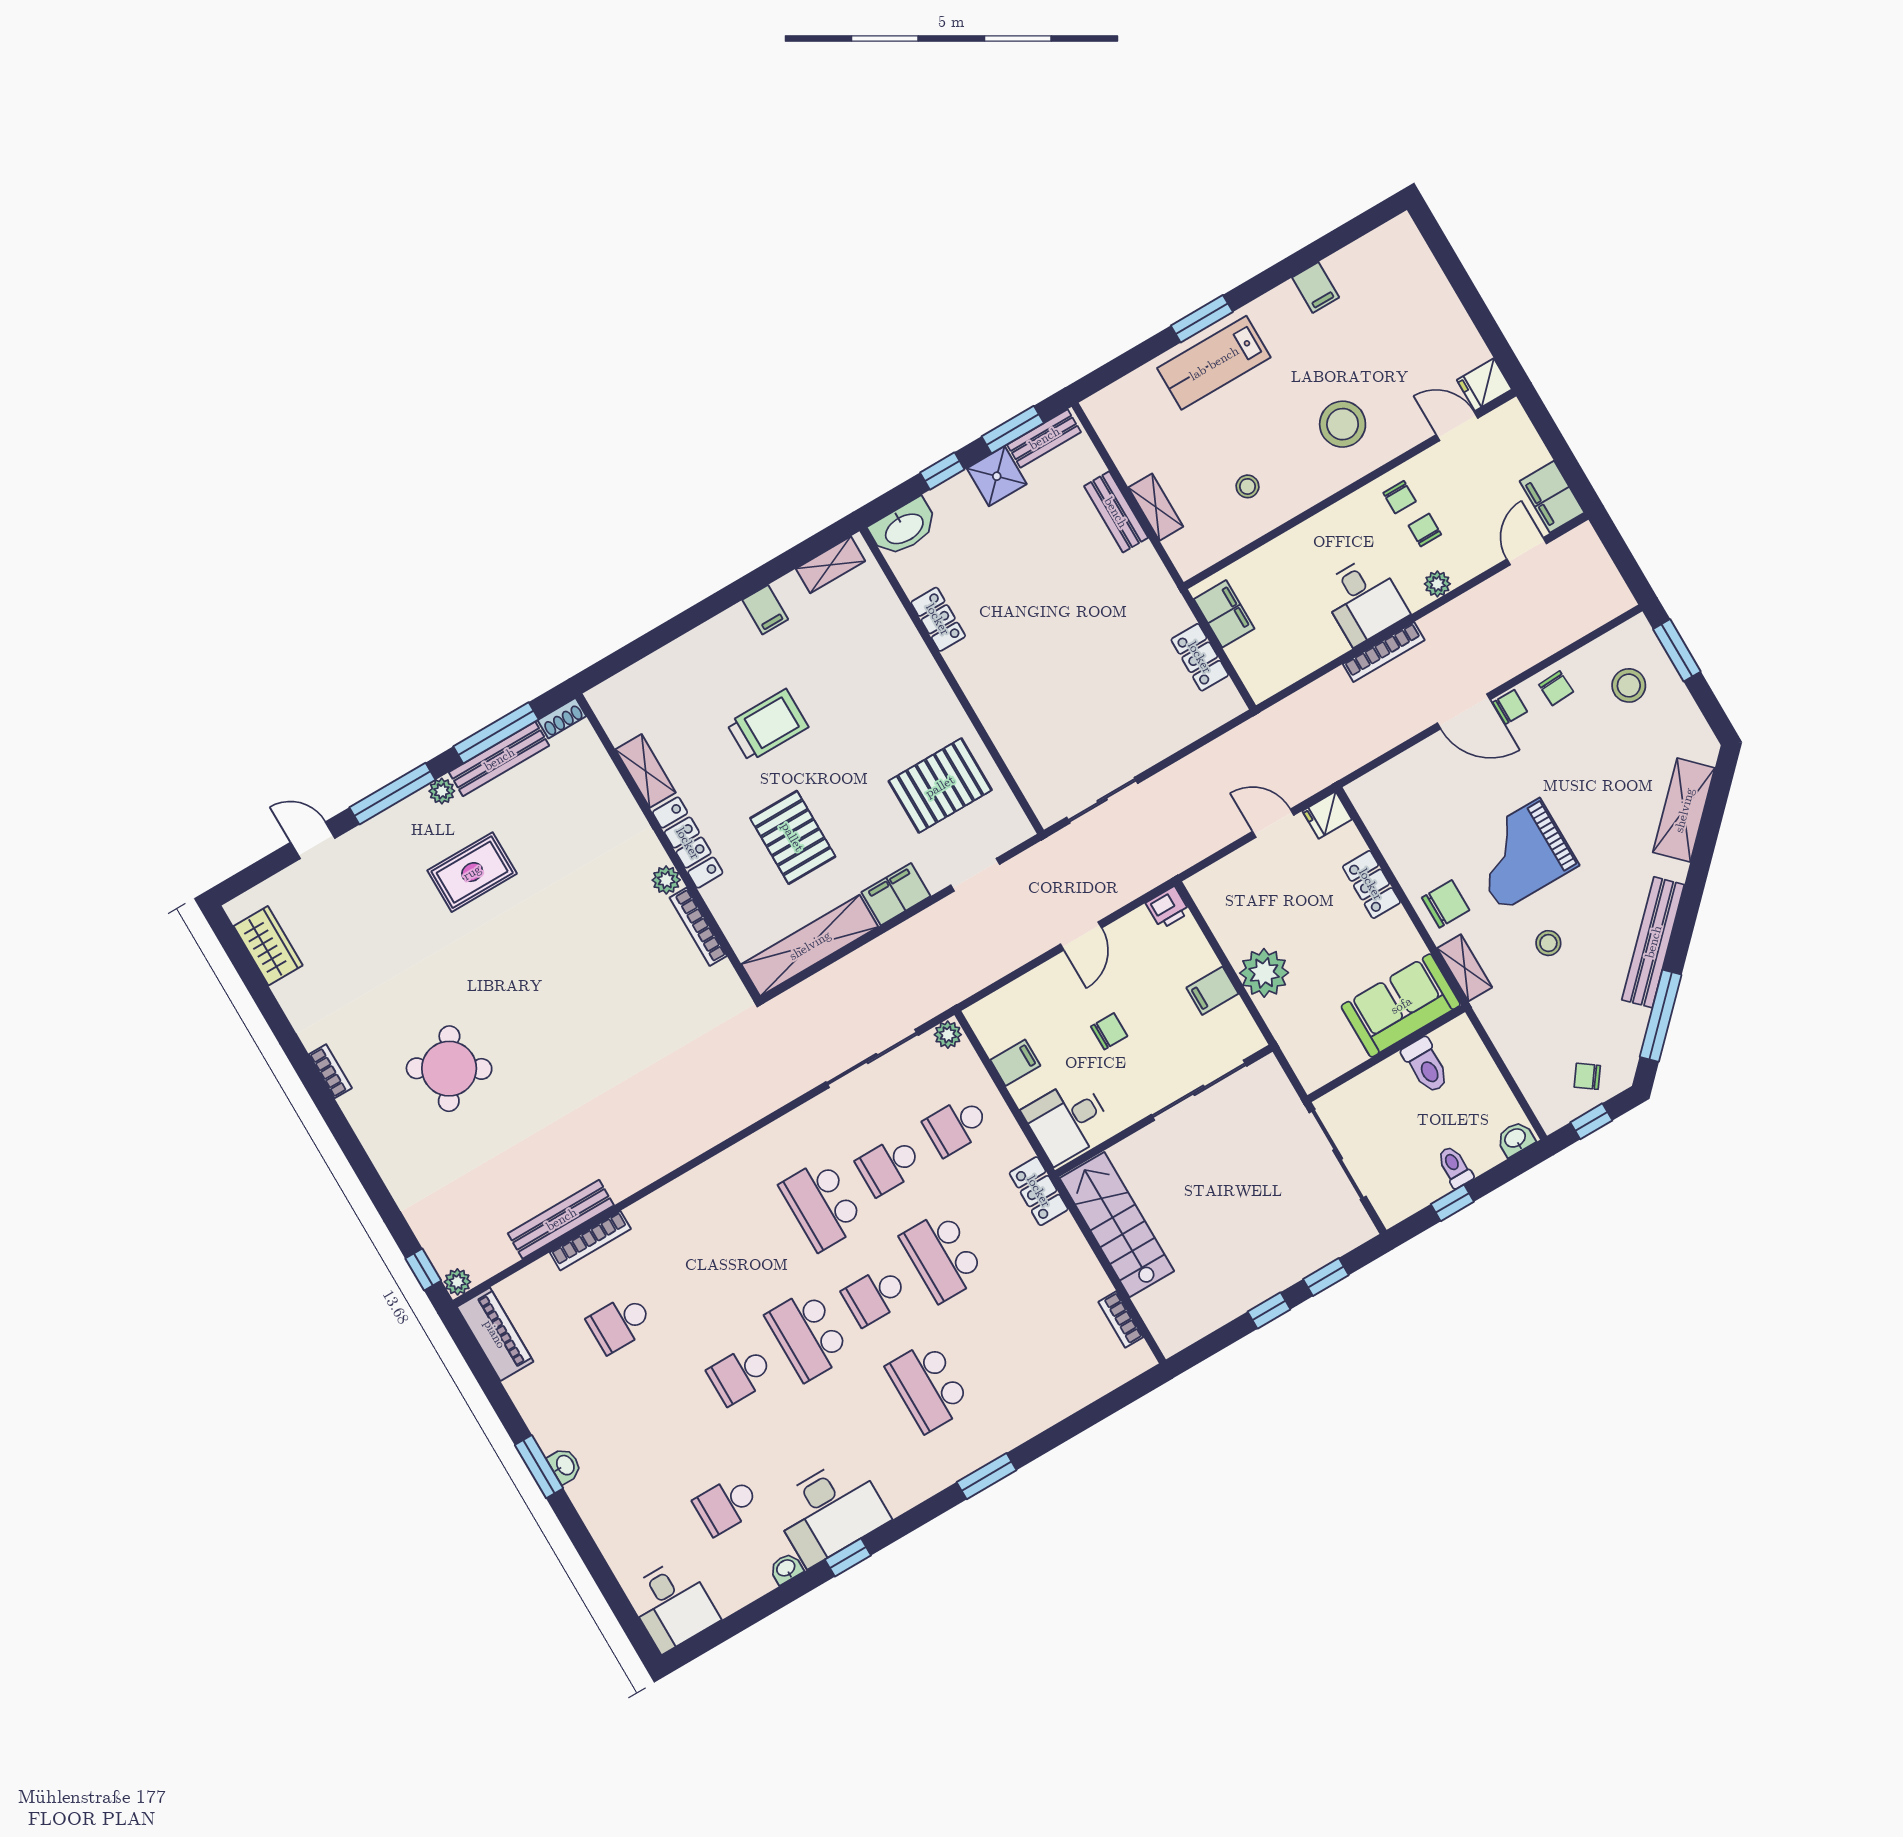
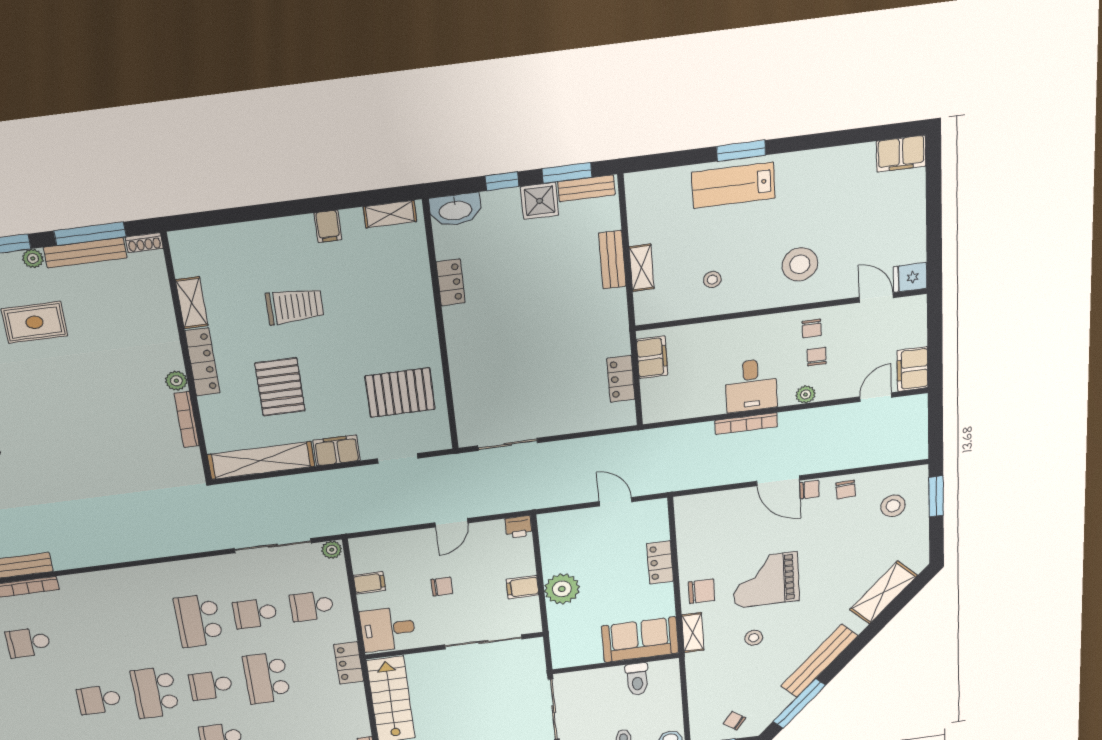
filing cabinet: (1316, 287) -> (901, 154), moved, width x2.00
fridge: (1327, 815) -> (654, 510), removed

